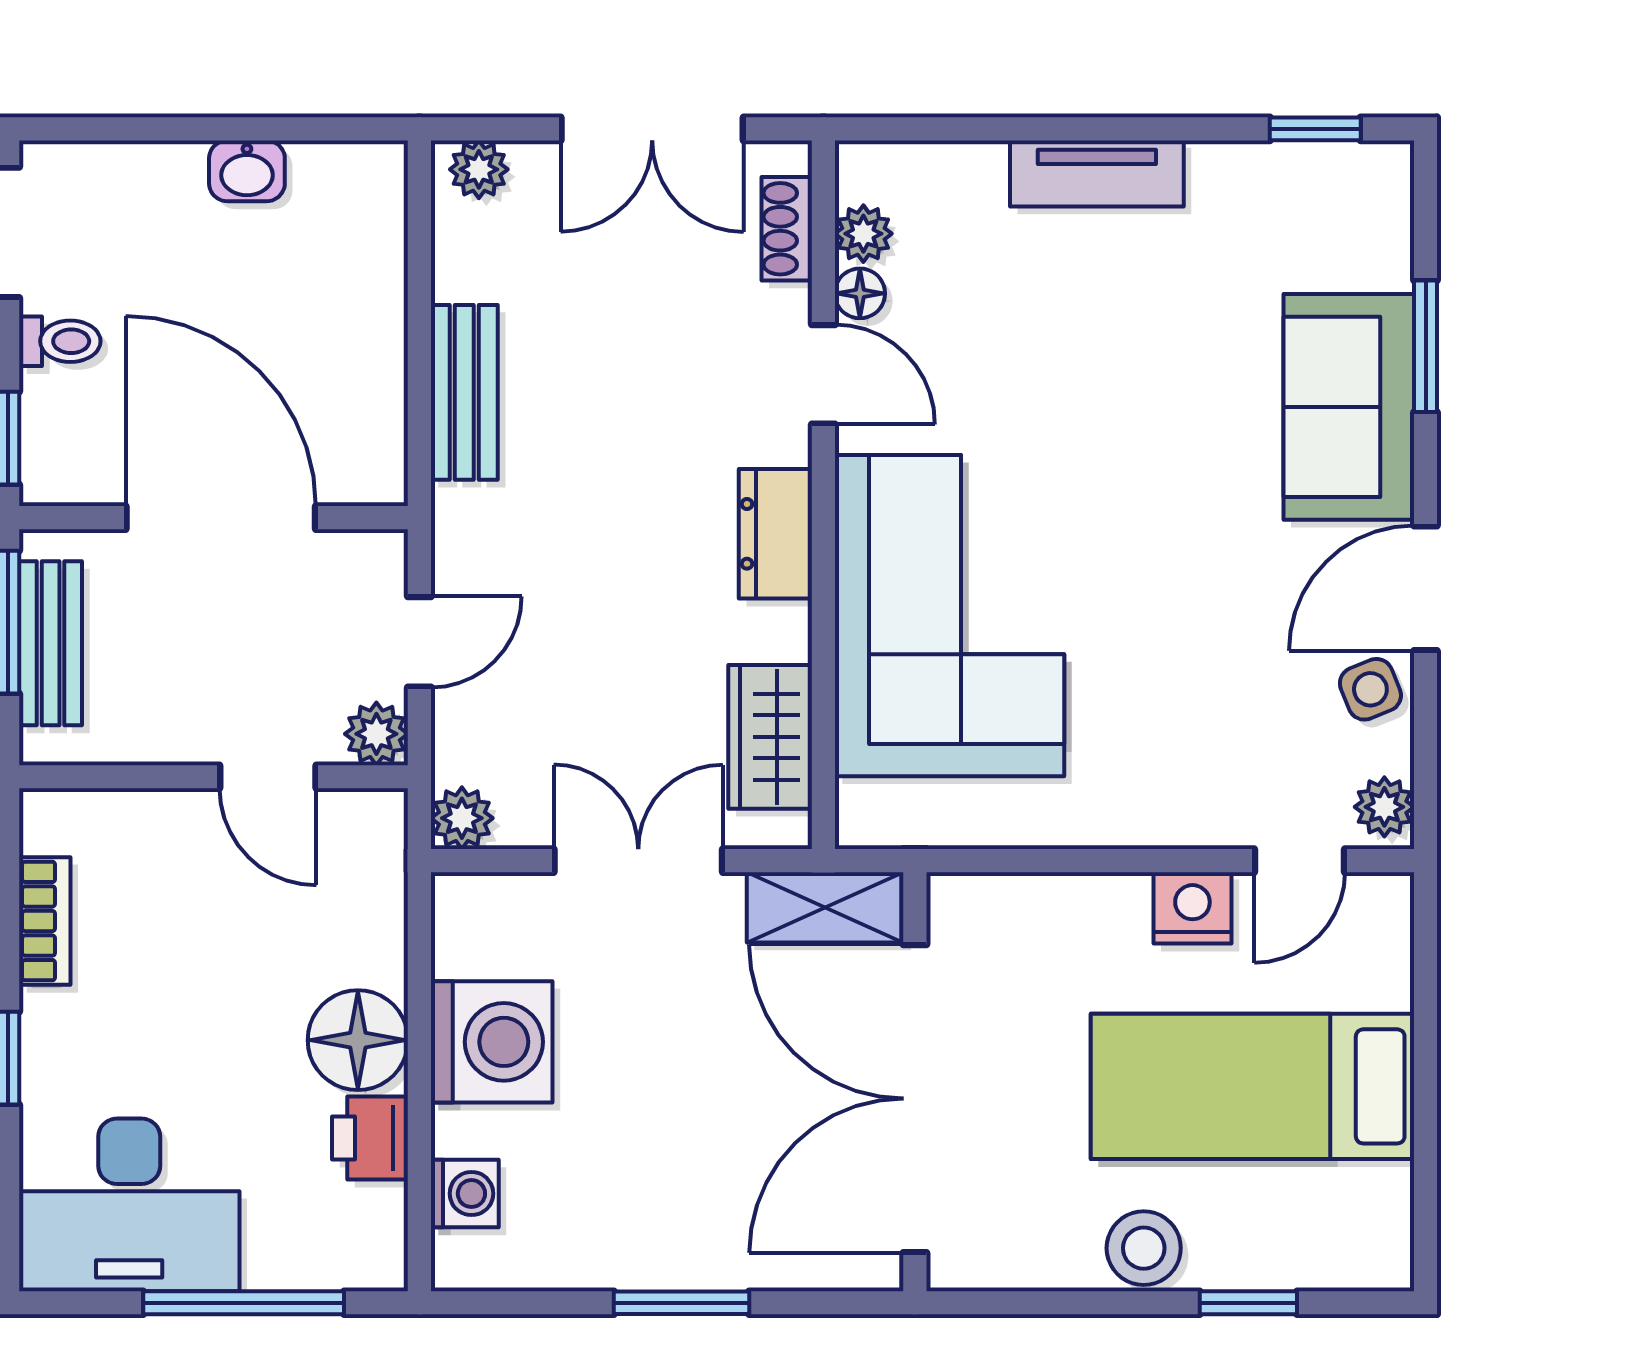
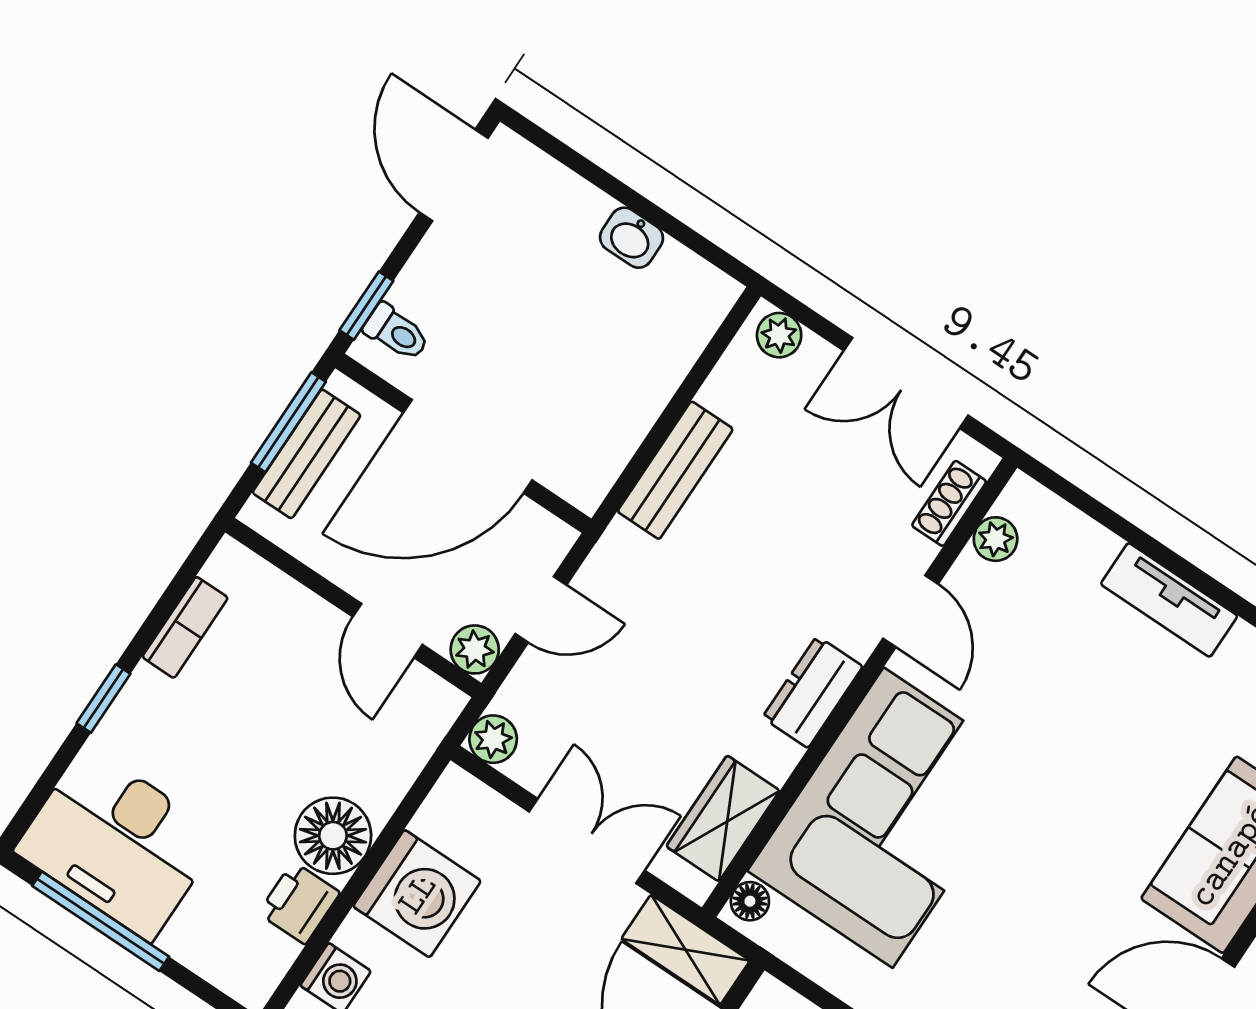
floor lamp: (860, 293) -> (750, 901), moved
toilet: (60, 341) -> (396, 332), moved
door: (221, 518) -> (468, 446), swing flipped
window: (244, 1303) -> (101, 921), moved

